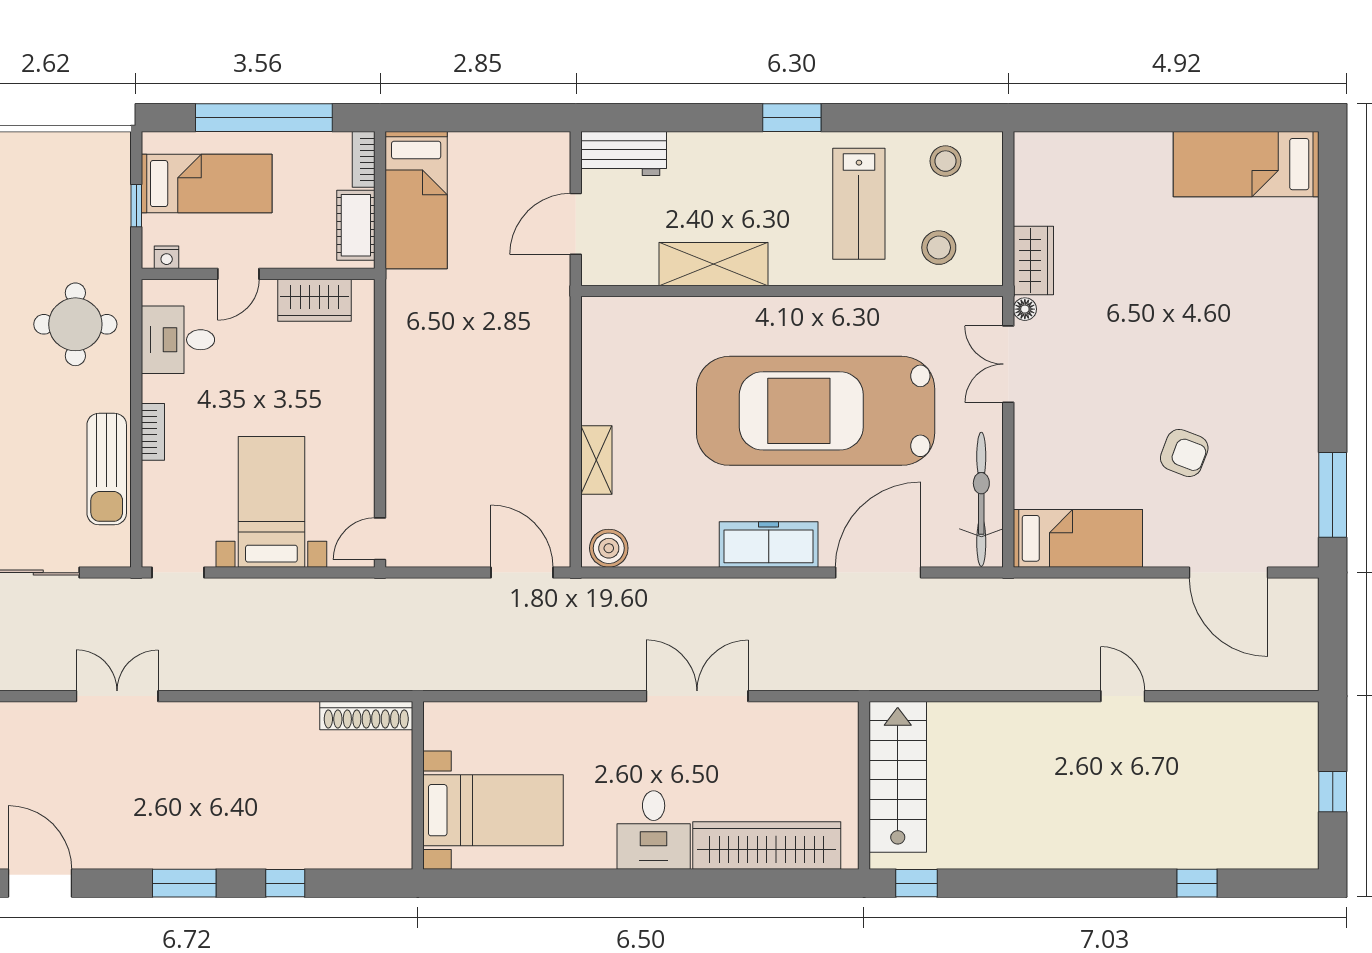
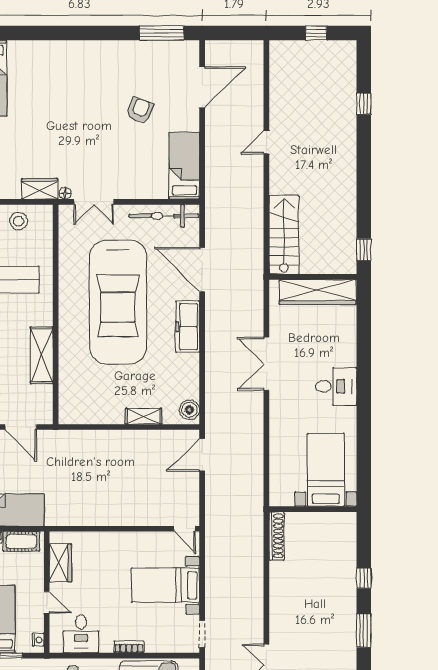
stool: (939, 248) -> (19, 221), moved
stairs: (898, 777) -> (284, 235), moved, turned 90
wardrobe: (767, 846) -> (318, 292), moved, turned -90

